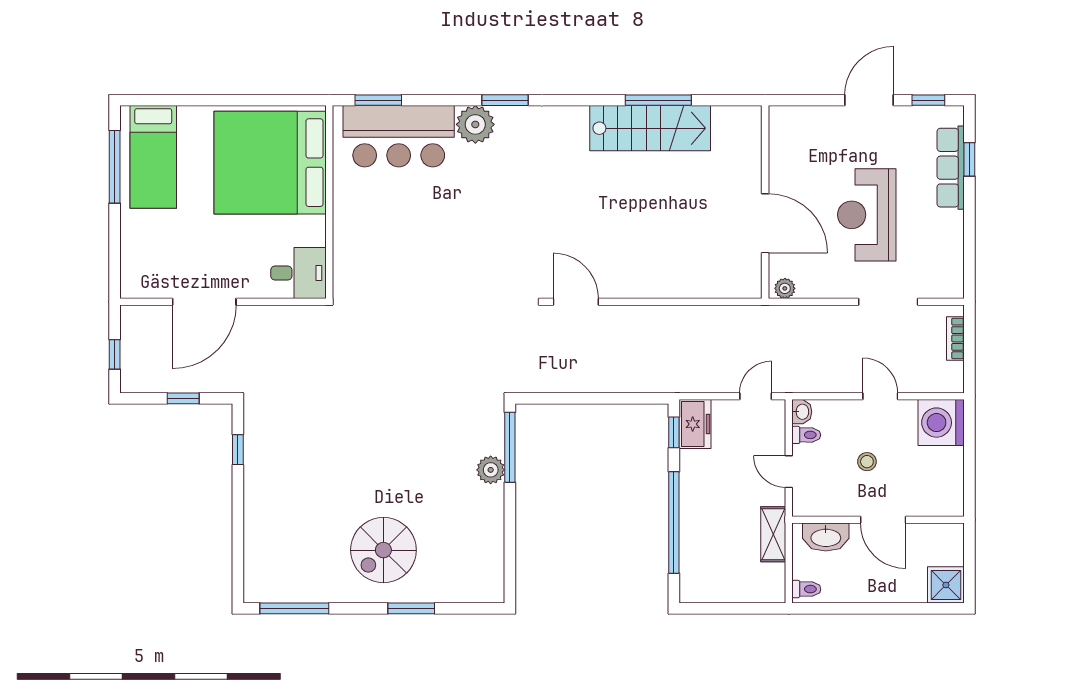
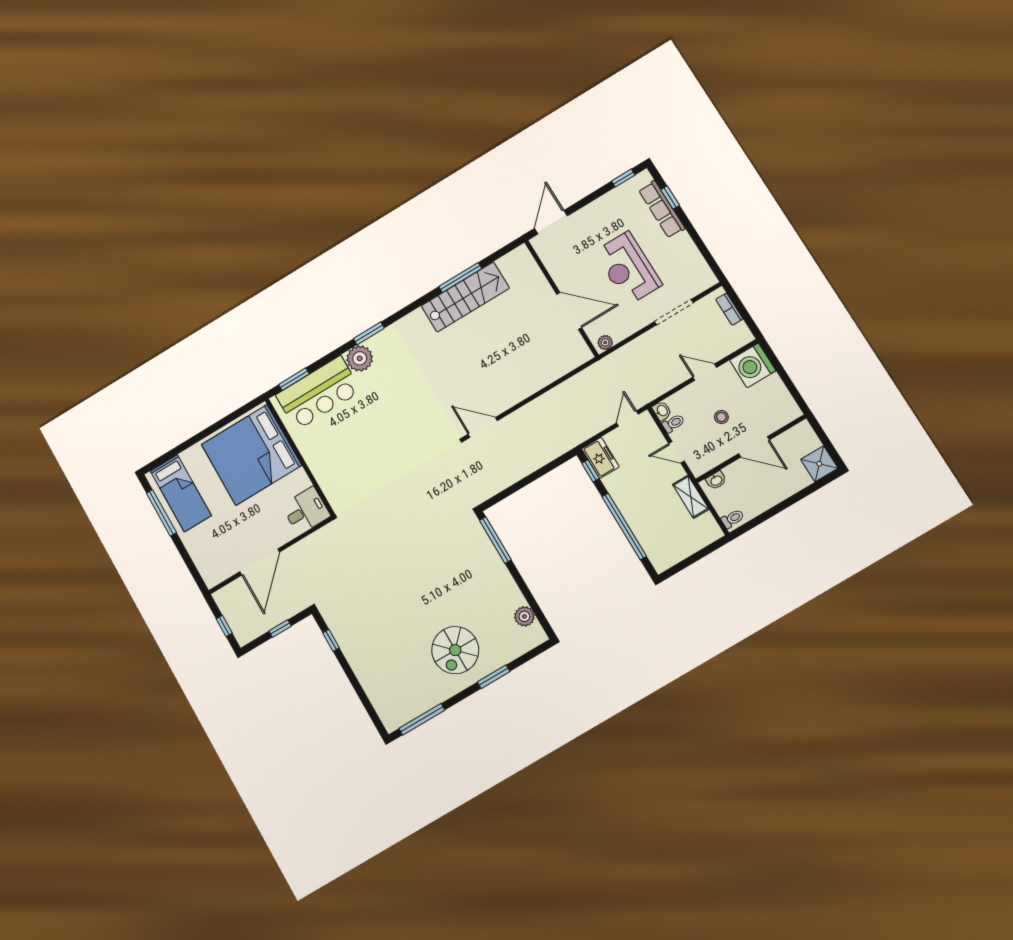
door: (869, 100) -> (551, 222), moved
plant: (491, 470) -> (524, 616), moved
washbasin: (826, 537) -> (716, 480), width x0.52, depth x0.69

